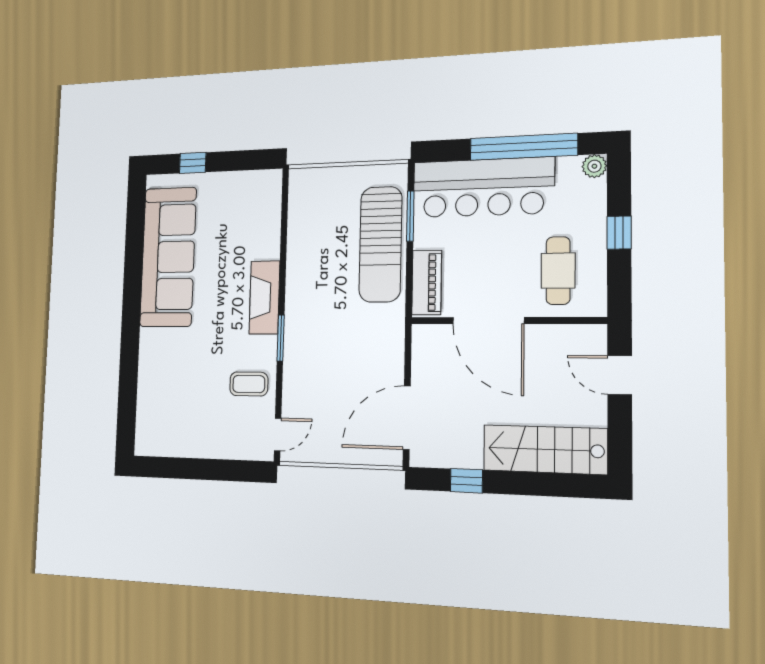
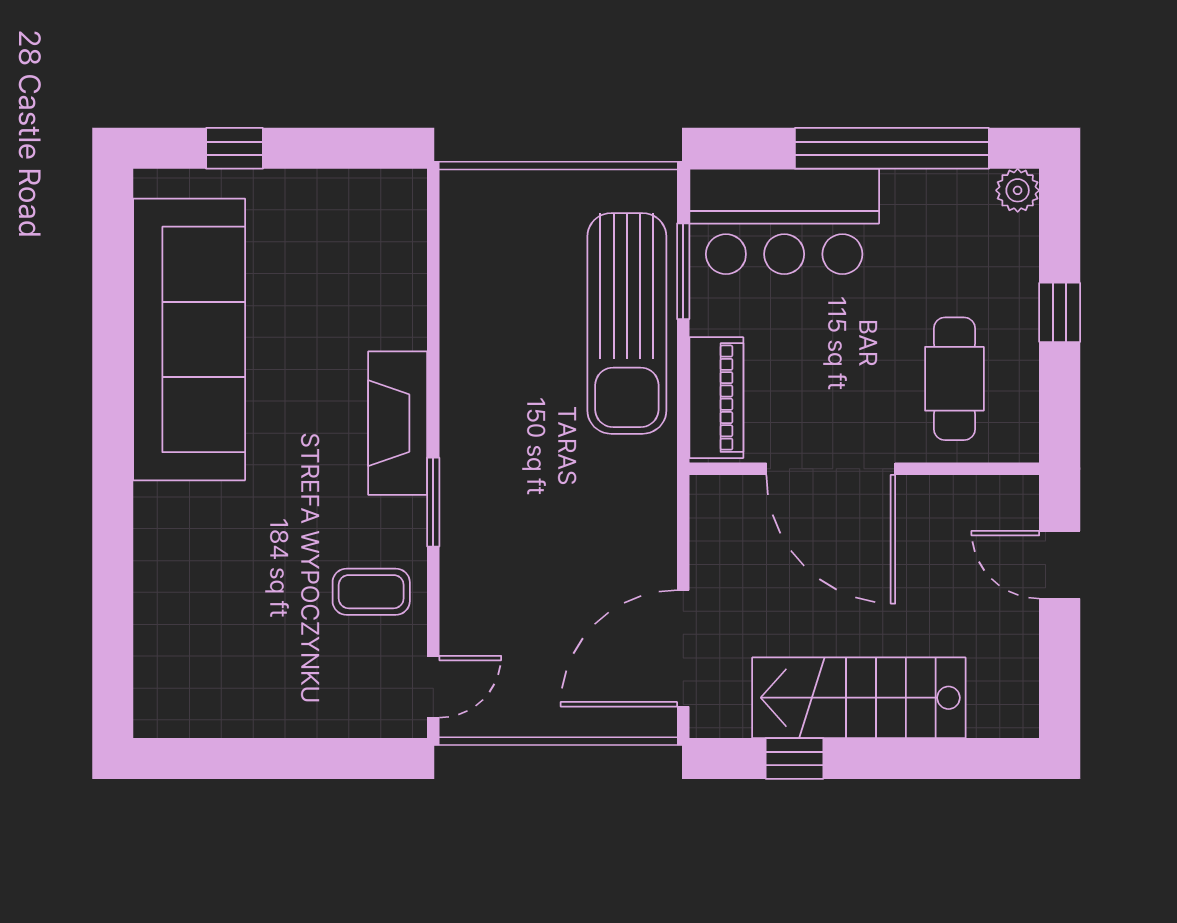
bar counter: (483, 187) -> (784, 221), width x0.73
stairs: (545, 449) -> (859, 698), moved

